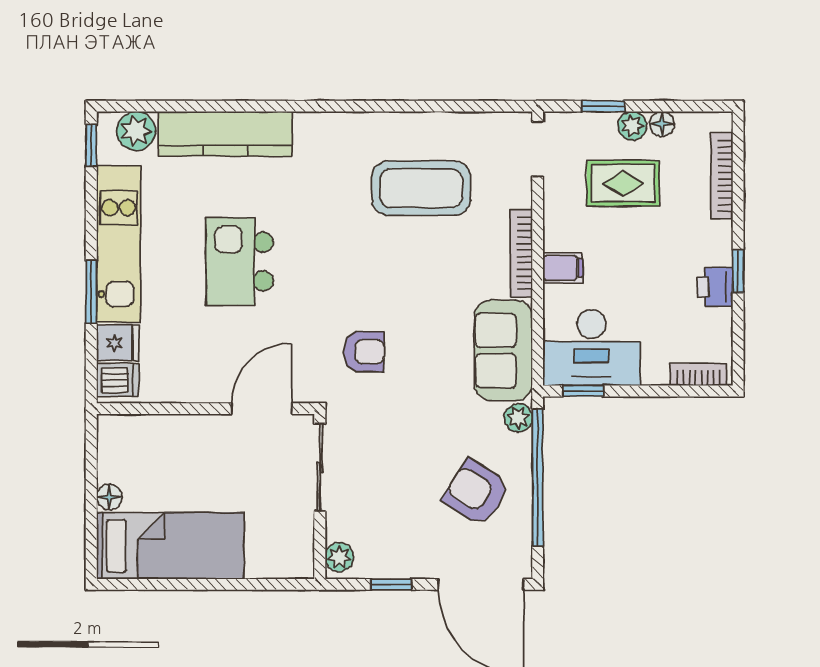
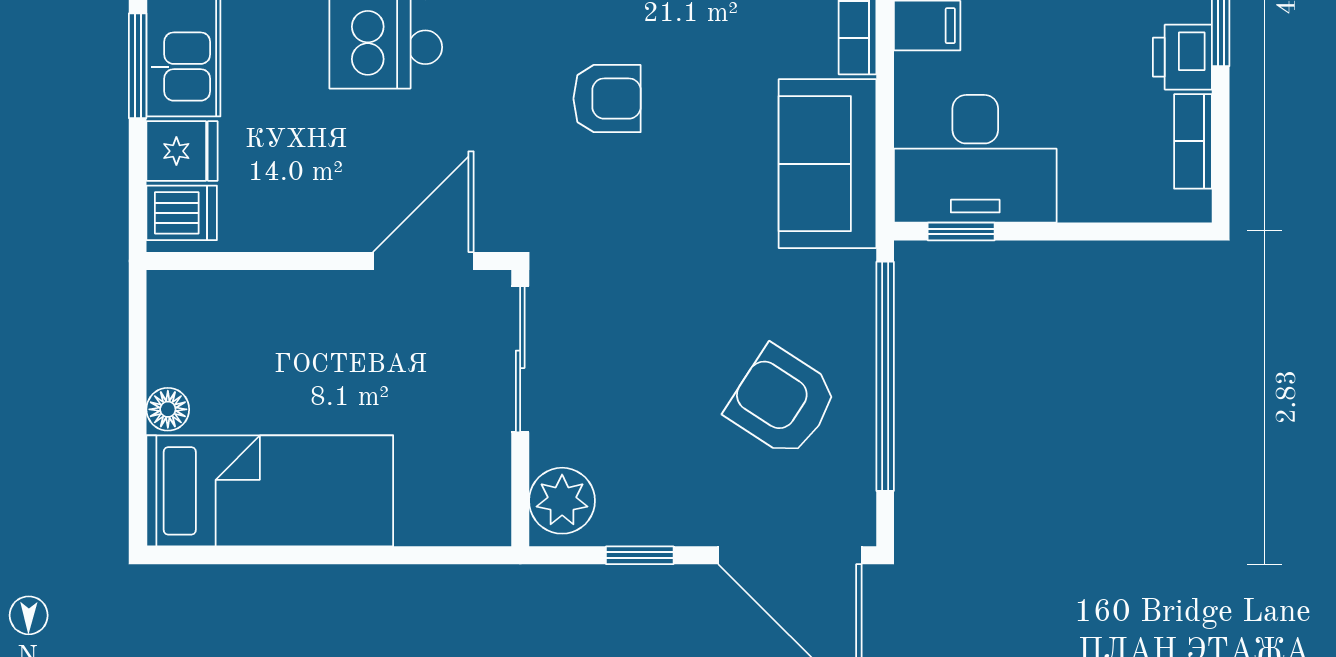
armchair: (364, 352) -> (607, 99), moved
bookcase: (698, 374) -> (1193, 141), moved, turned -90
plant: (518, 418) -> (853, 276), removed
plant: (339, 557) -> (562, 501), width x1.38, depth x1.38

